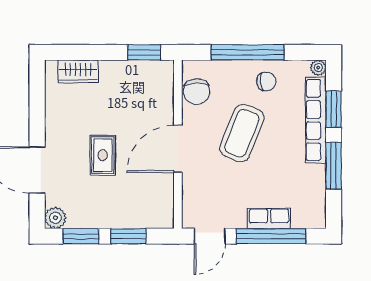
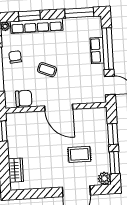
coffee table: (242, 133) -> (47, 70), width x0.54, depth x0.58
rug: (103, 155) -> (79, 154), moved
window: (334, 166) -> (79, 13), moved

